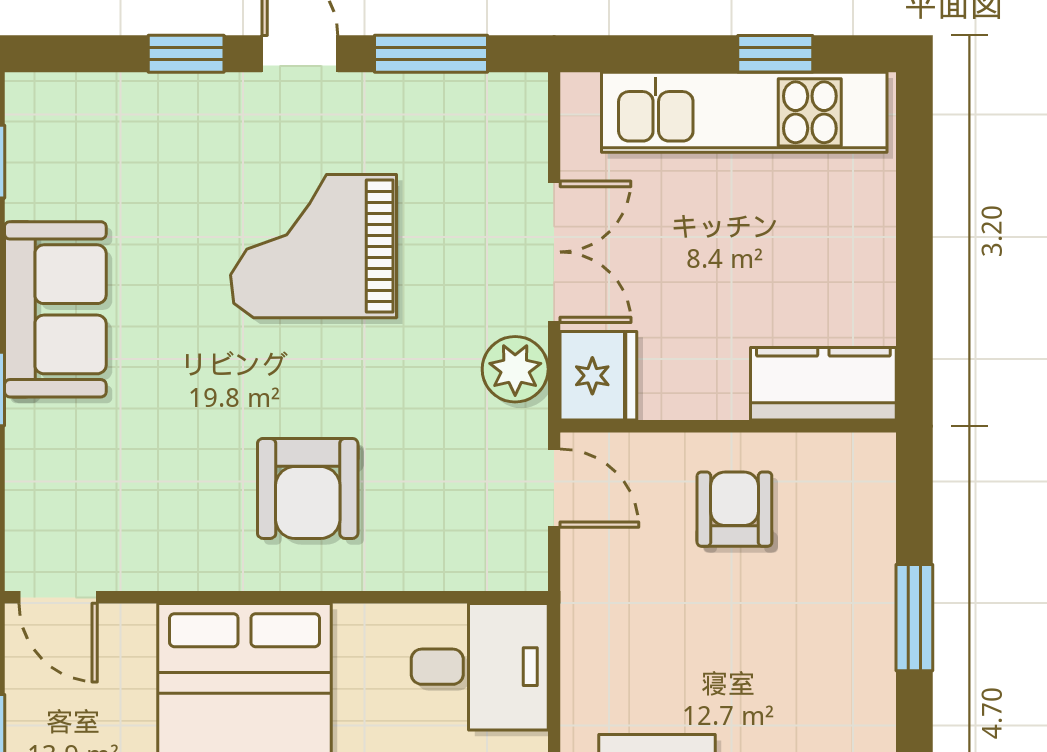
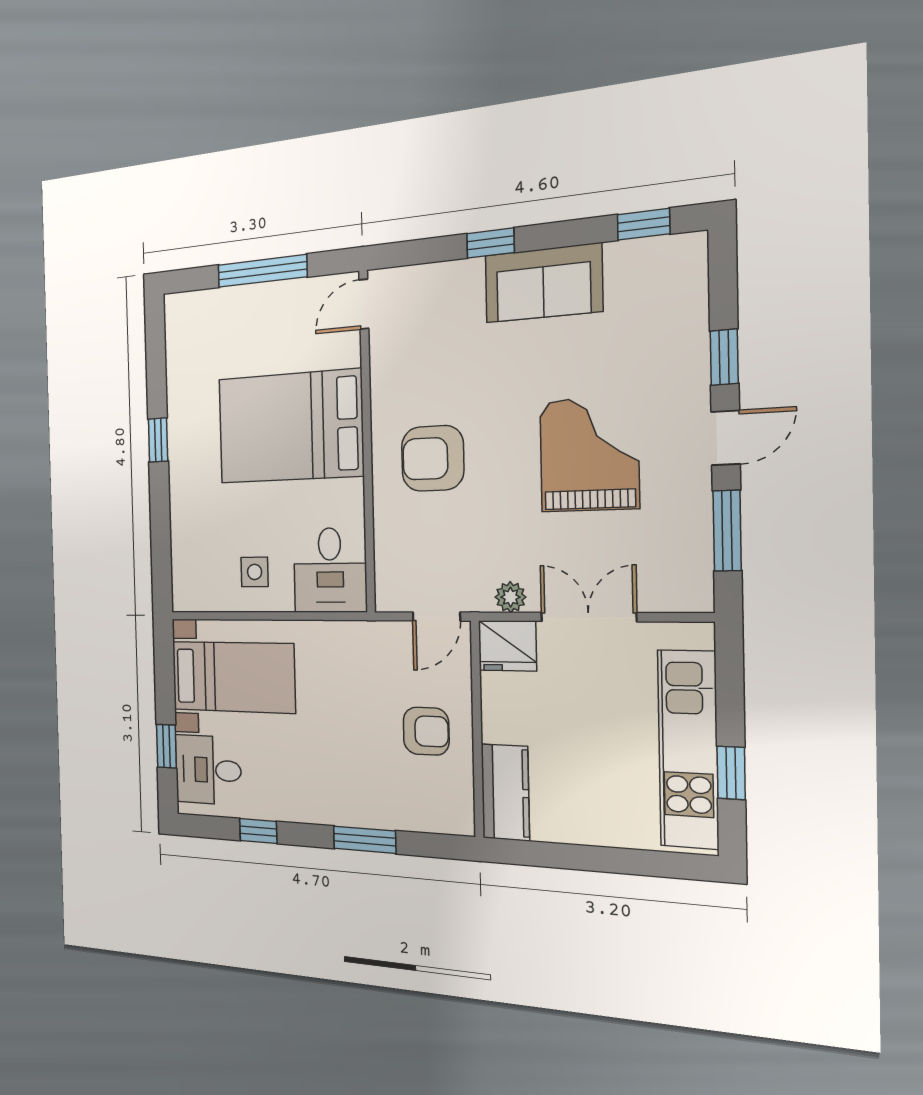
double door: (554, 252) -> (588, 617), swing flipped
plant: (515, 369) -> (510, 597), width x0.73, depth x0.73

